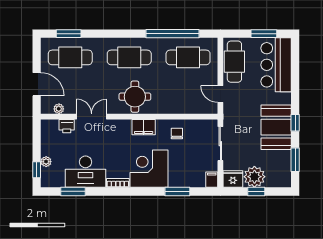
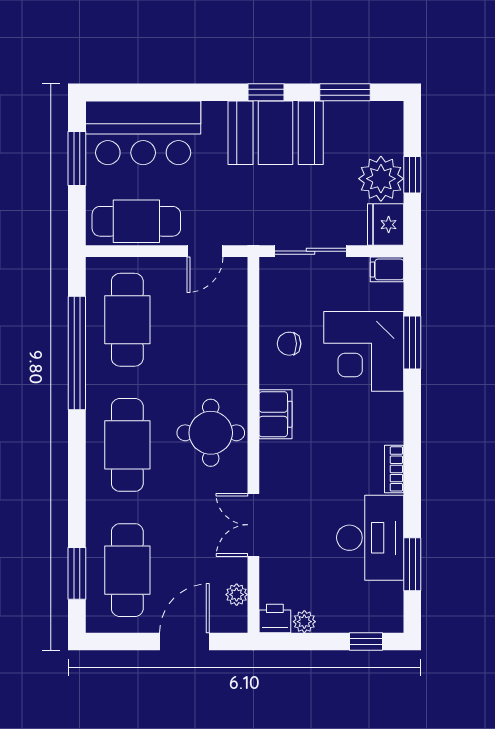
printer: (67, 126) -> (275, 618), moved, turned -90
plant: (46, 162) -> (304, 622), moved
corner desk: (149, 169) -> (364, 351), moved

